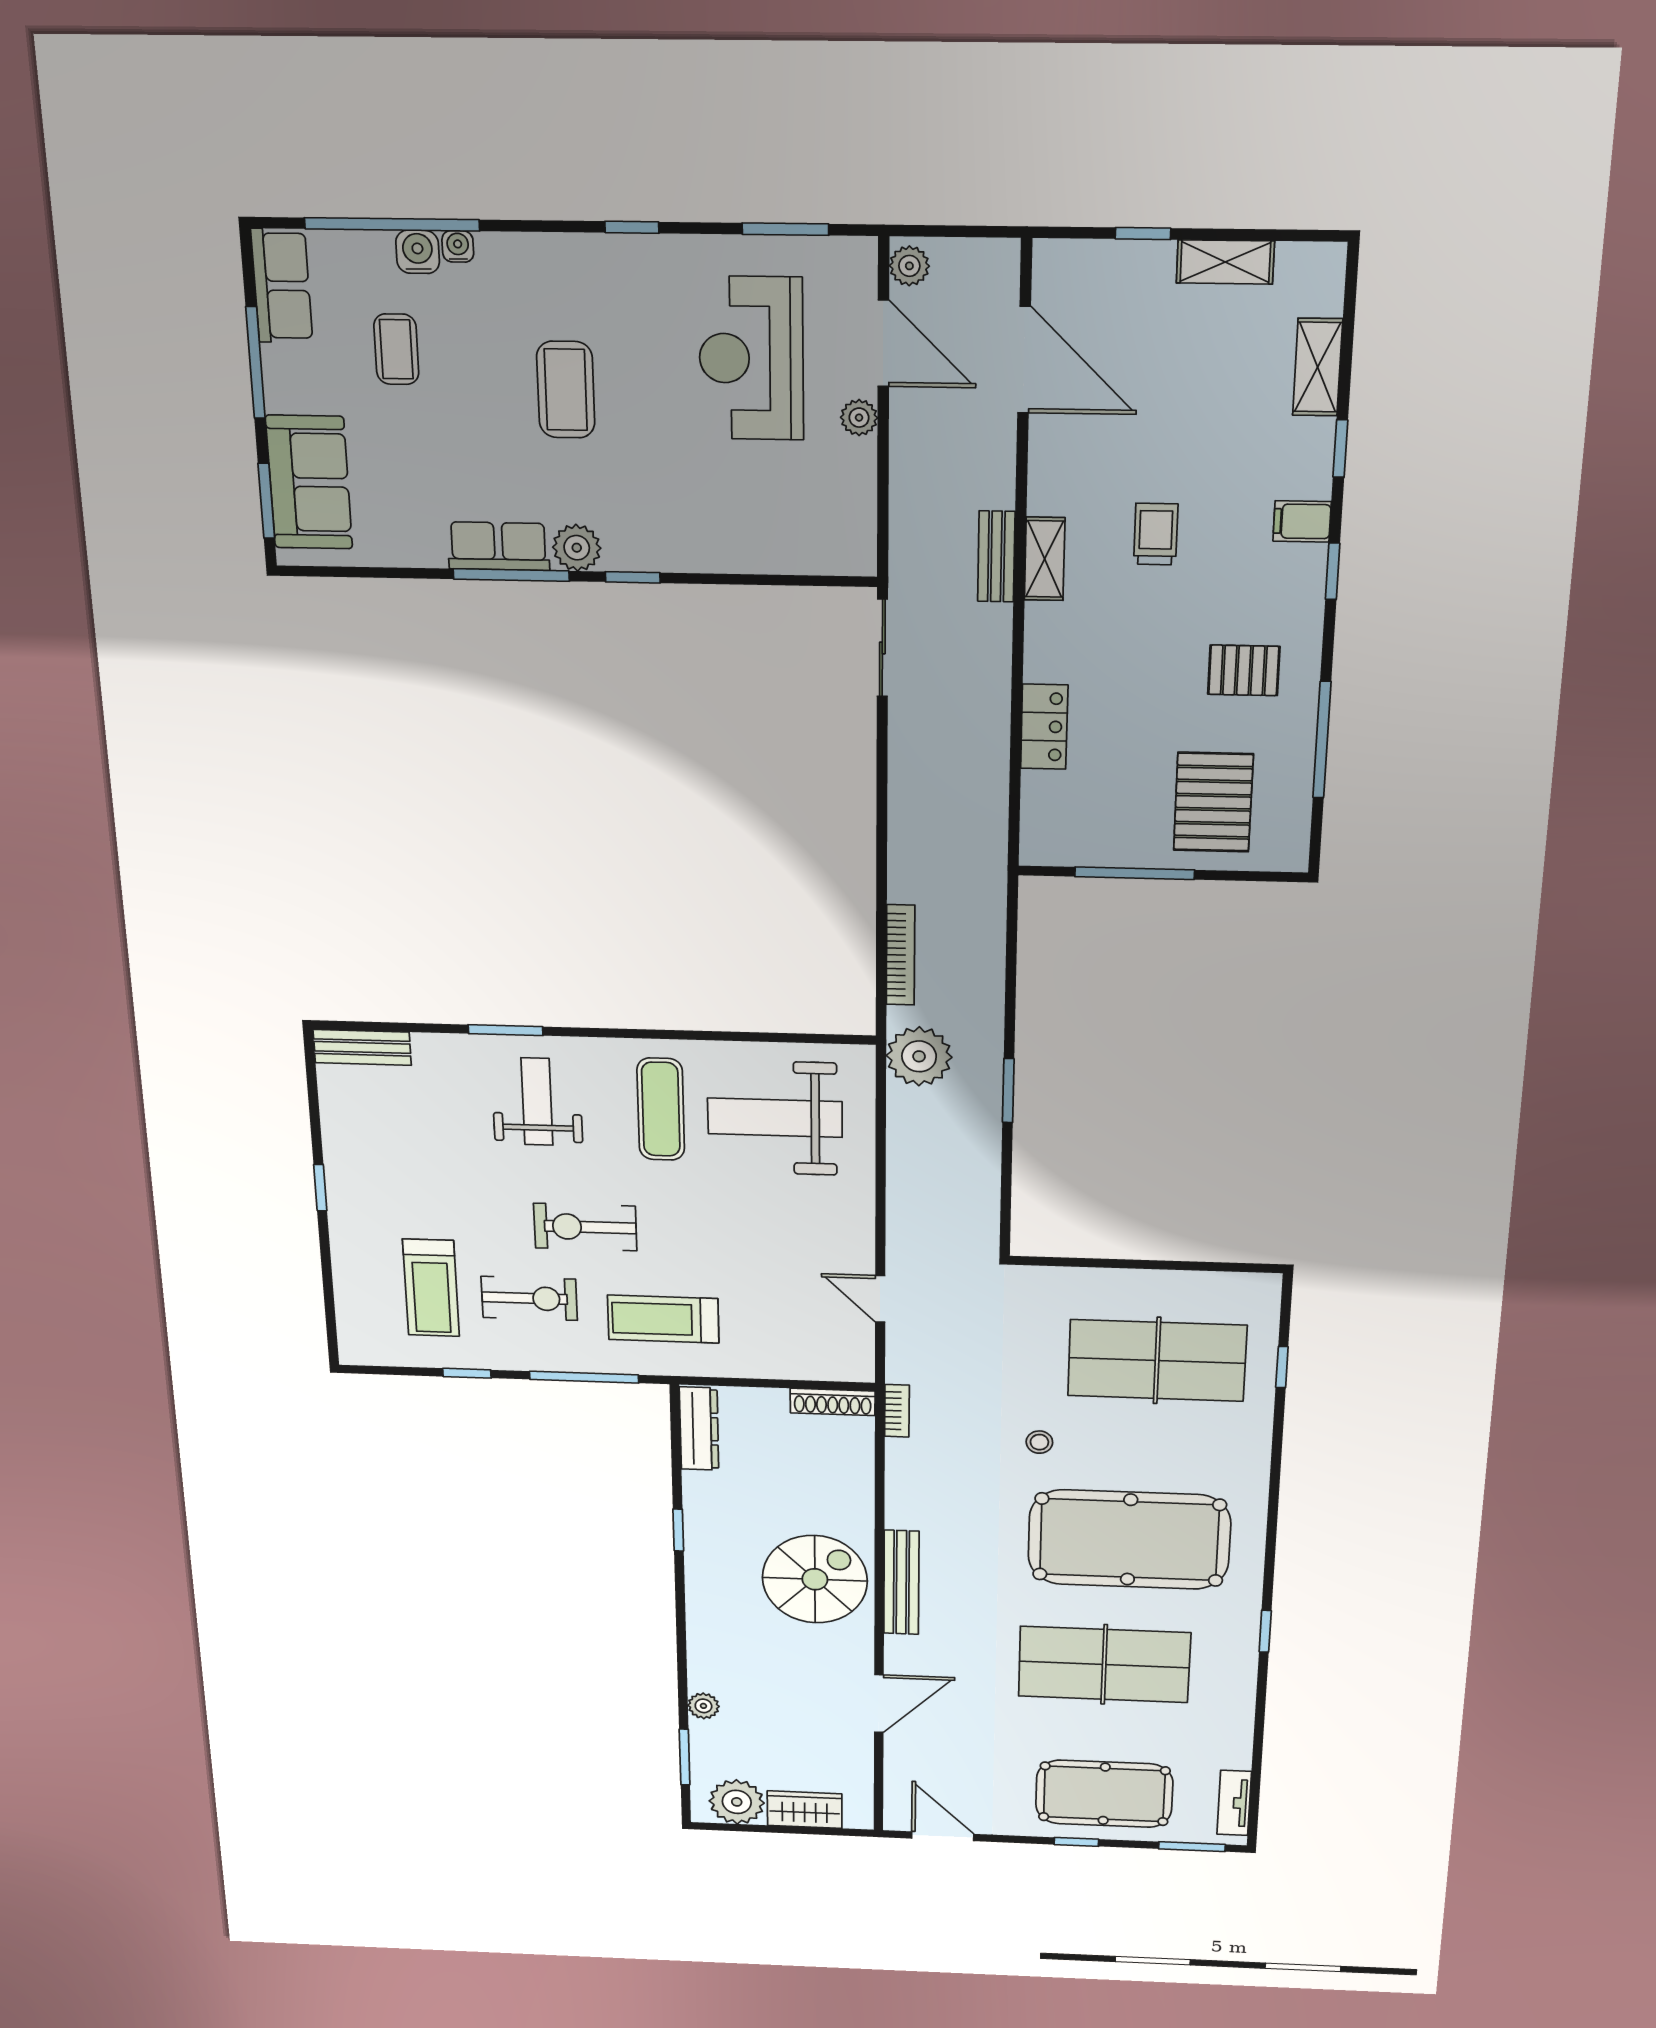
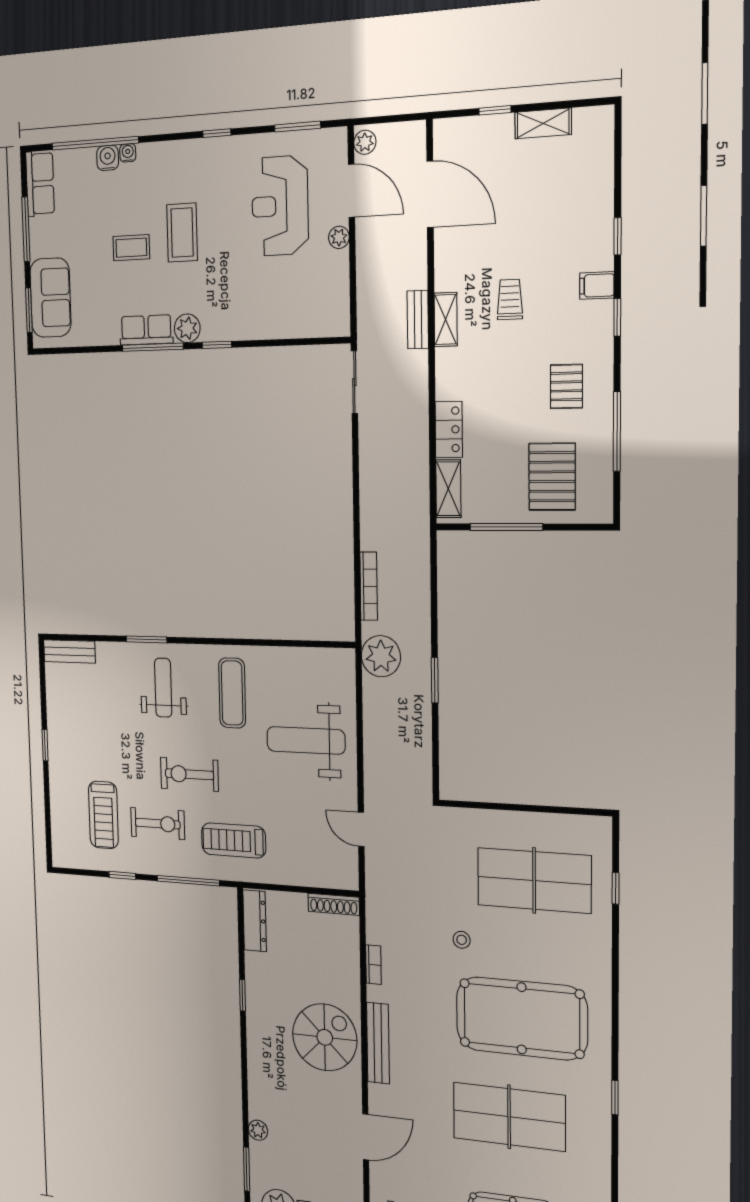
coffee table: (396, 349) -> (131, 248), moved, turned 90
shelving: (1318, 367) -> (448, 489), moved
pallet: (1244, 670) -> (566, 386), turned 90
weight bench: (775, 1118) -> (306, 740), moved
bookcase: (897, 1411) -> (373, 965), moved

